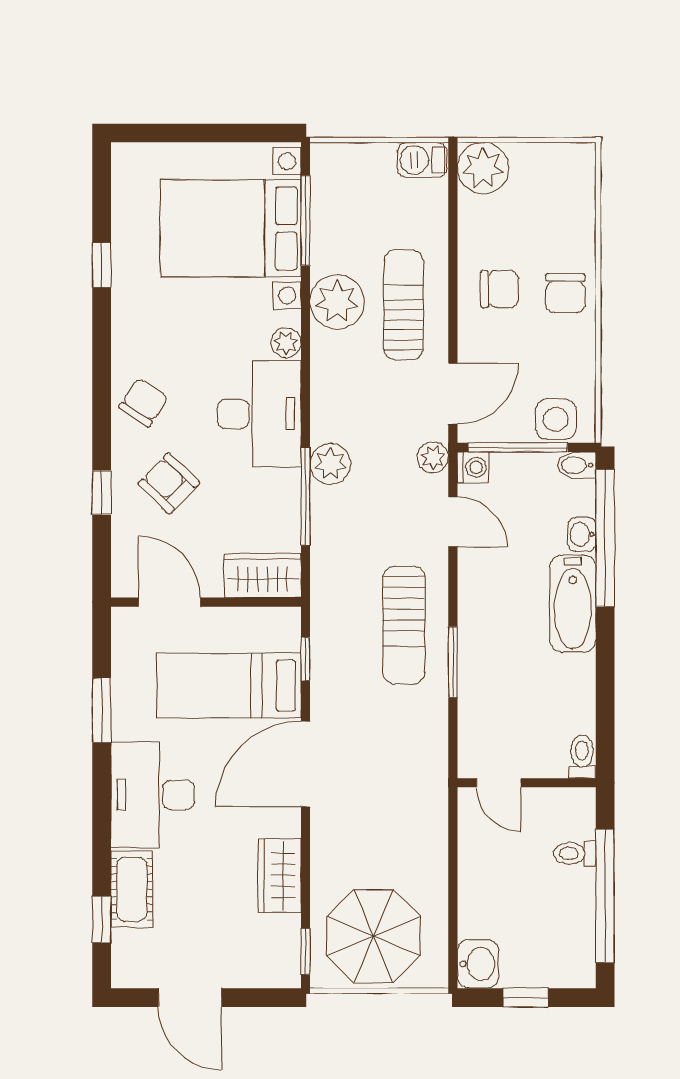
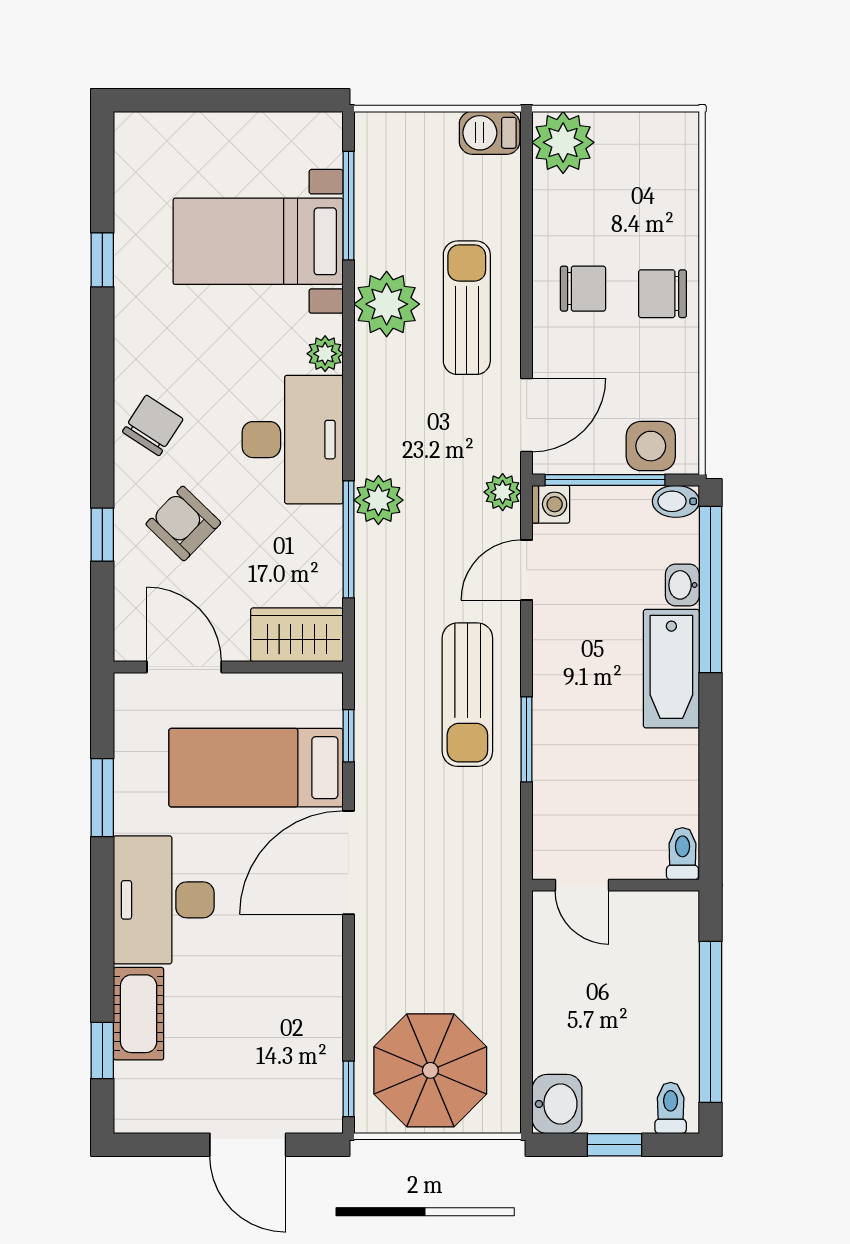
bed with nightstands: (231, 228) -> (258, 241), width x0.73
chair: (565, 293) -> (662, 294), turned 90
door: (453, 522) -> (527, 570), swing flipped
toilet: (575, 853) -> (671, 1108), moved, turned 90
wardrobe: (280, 875) -> (317, 997), removed
door: (190, 998) -> (248, 1145), moved

